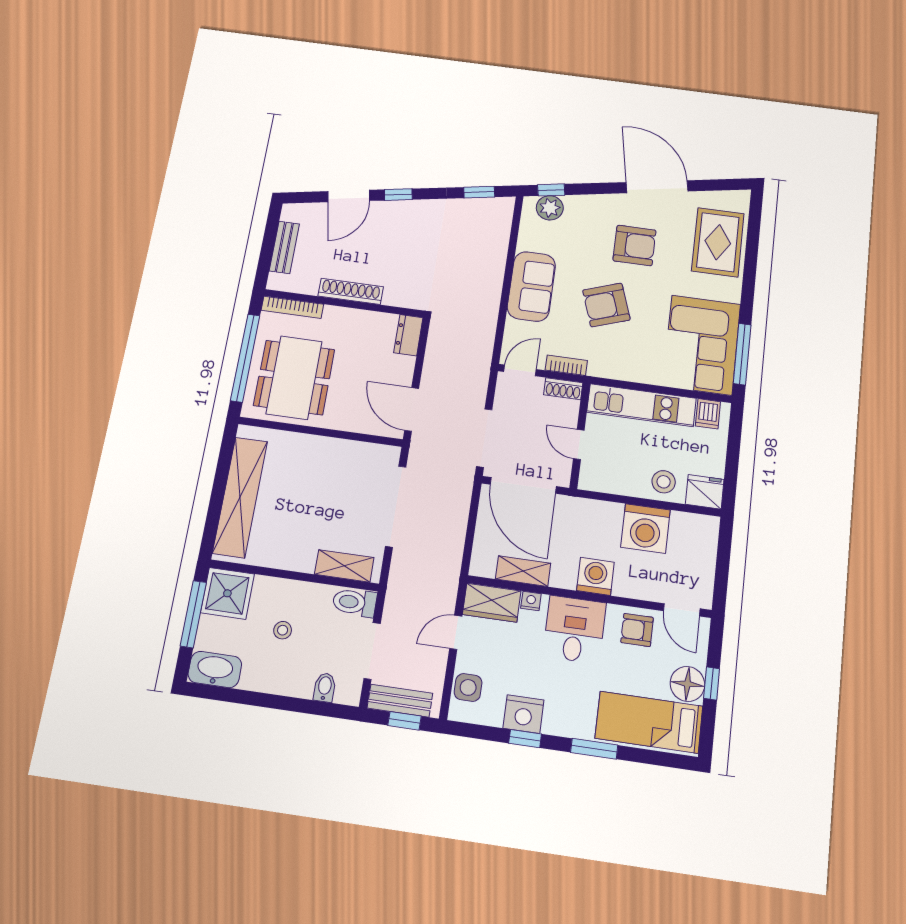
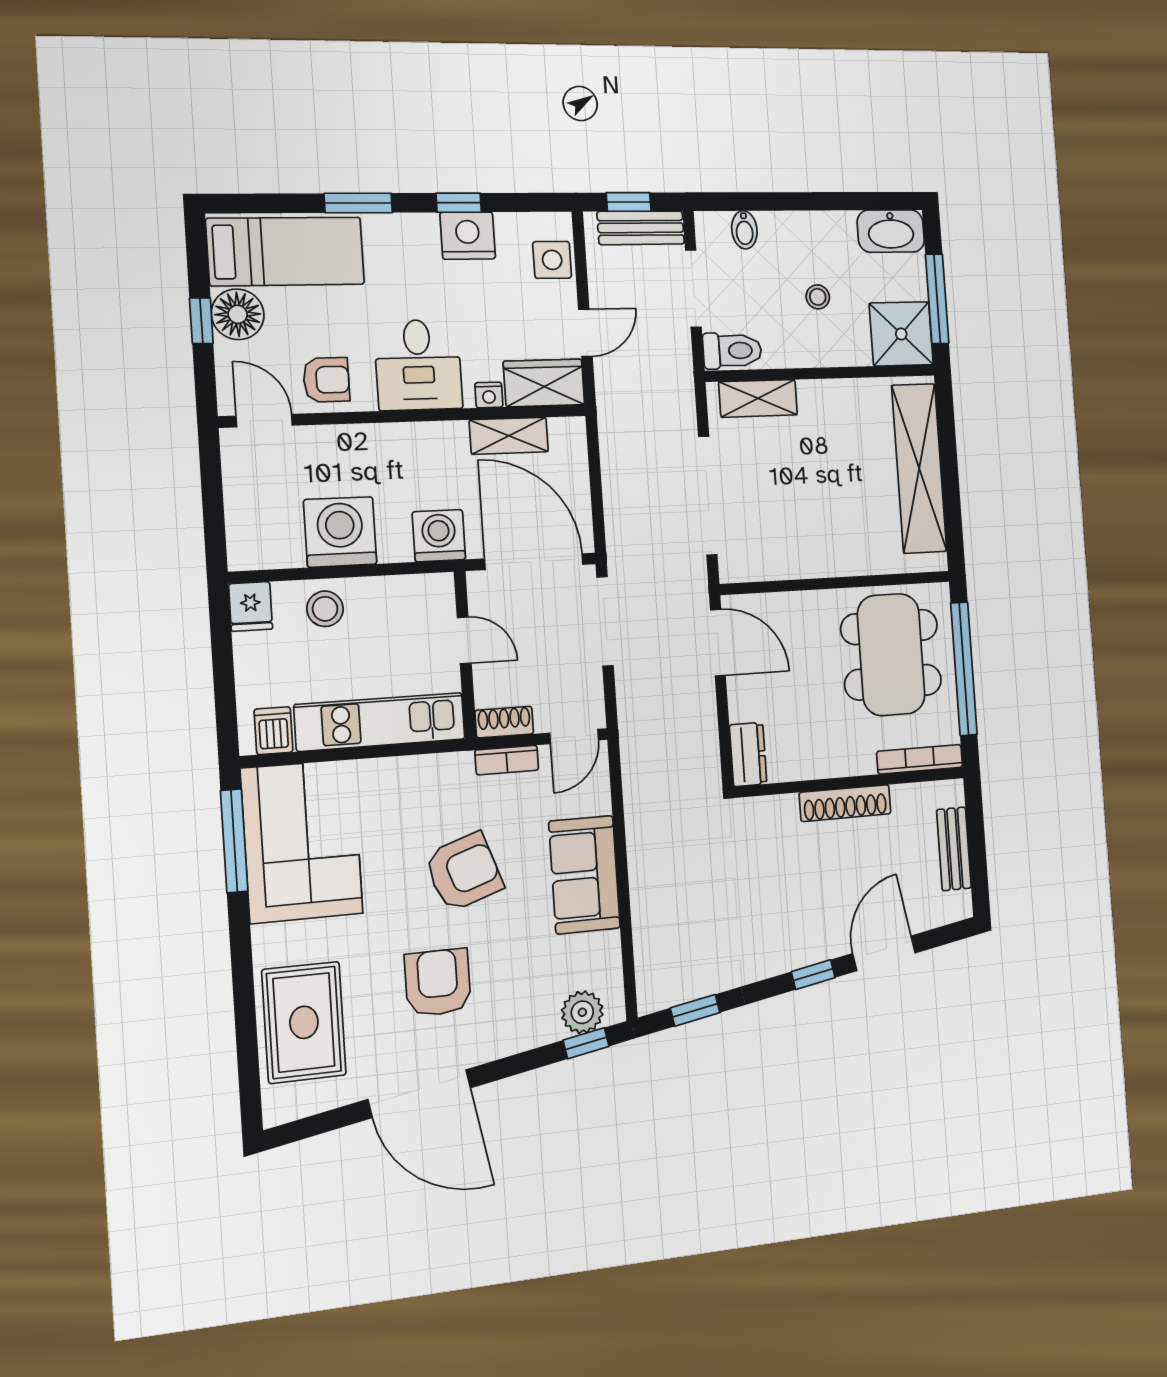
armchair: (634, 245) -> (438, 982), turned 90
fridge: (705, 492) -> (251, 606), width x0.72
washing machine: (595, 576) -> (439, 536), moved, turned 180

